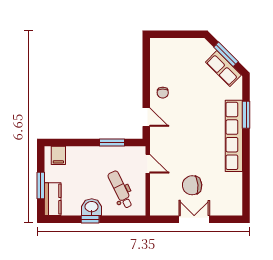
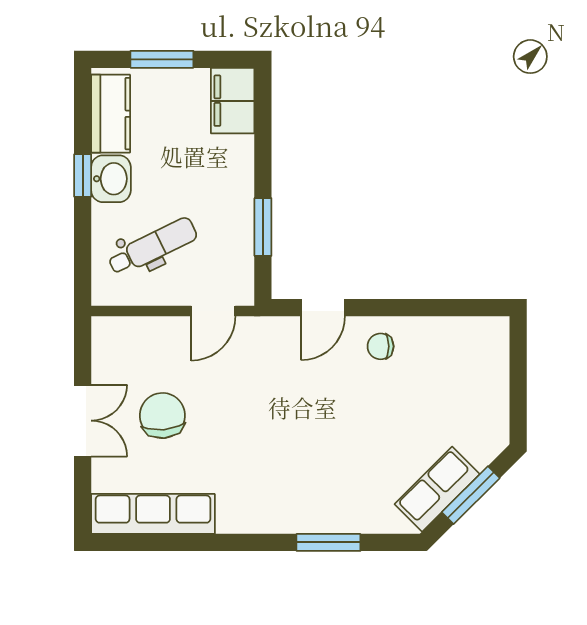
row of seats: (234, 136) -> (153, 514), moved, width x0.73
filing cabinet: (58, 155) -> (233, 101), width x2.00
kitchen counter: (53, 199) -> (111, 114), moved, turned -90

